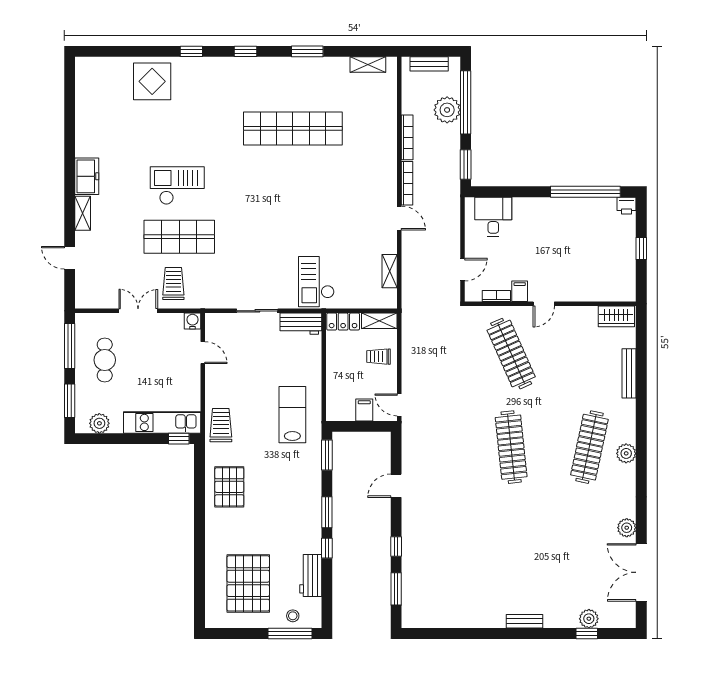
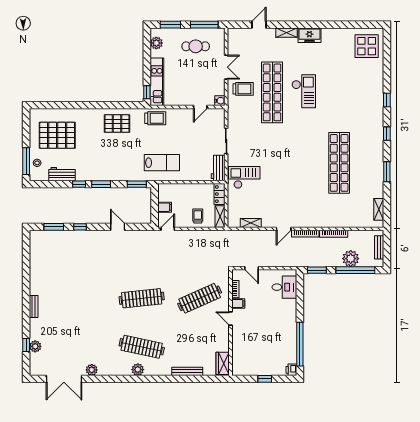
display table: (152, 81) -> (367, 46), moved
shop shelf: (179, 237) -> (272, 92), width x1.40
double door: (641, 572) -> (64, 379), swing flipped

